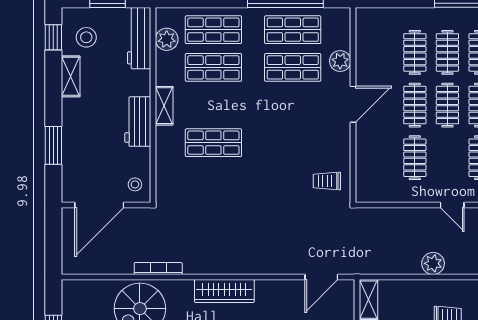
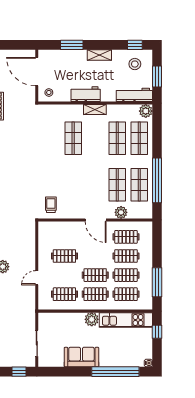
plant: (167, 39) -> (146, 111), moved
shelving: (71, 76) -> (99, 55), moved
clothes rail: (415, 105) -> (126, 237), moved

